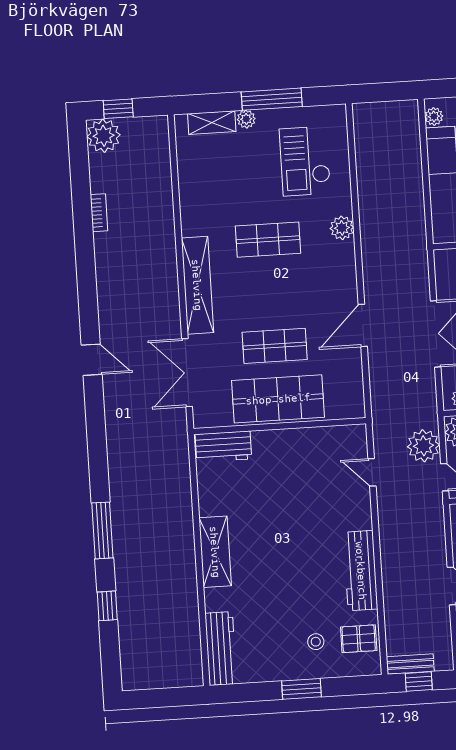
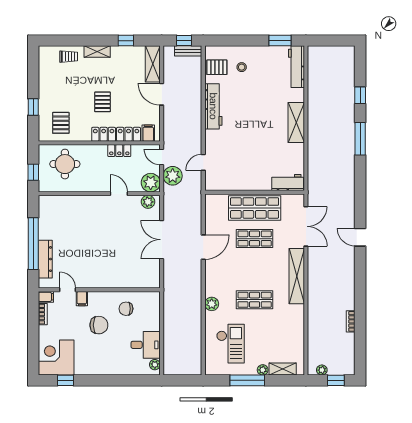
plant: (104, 136) -> (322, 370), moved, width x0.53, depth x0.53
door: (372, 472) -> (203, 162), swing flipped
window: (302, 689) -> (280, 41), moved

